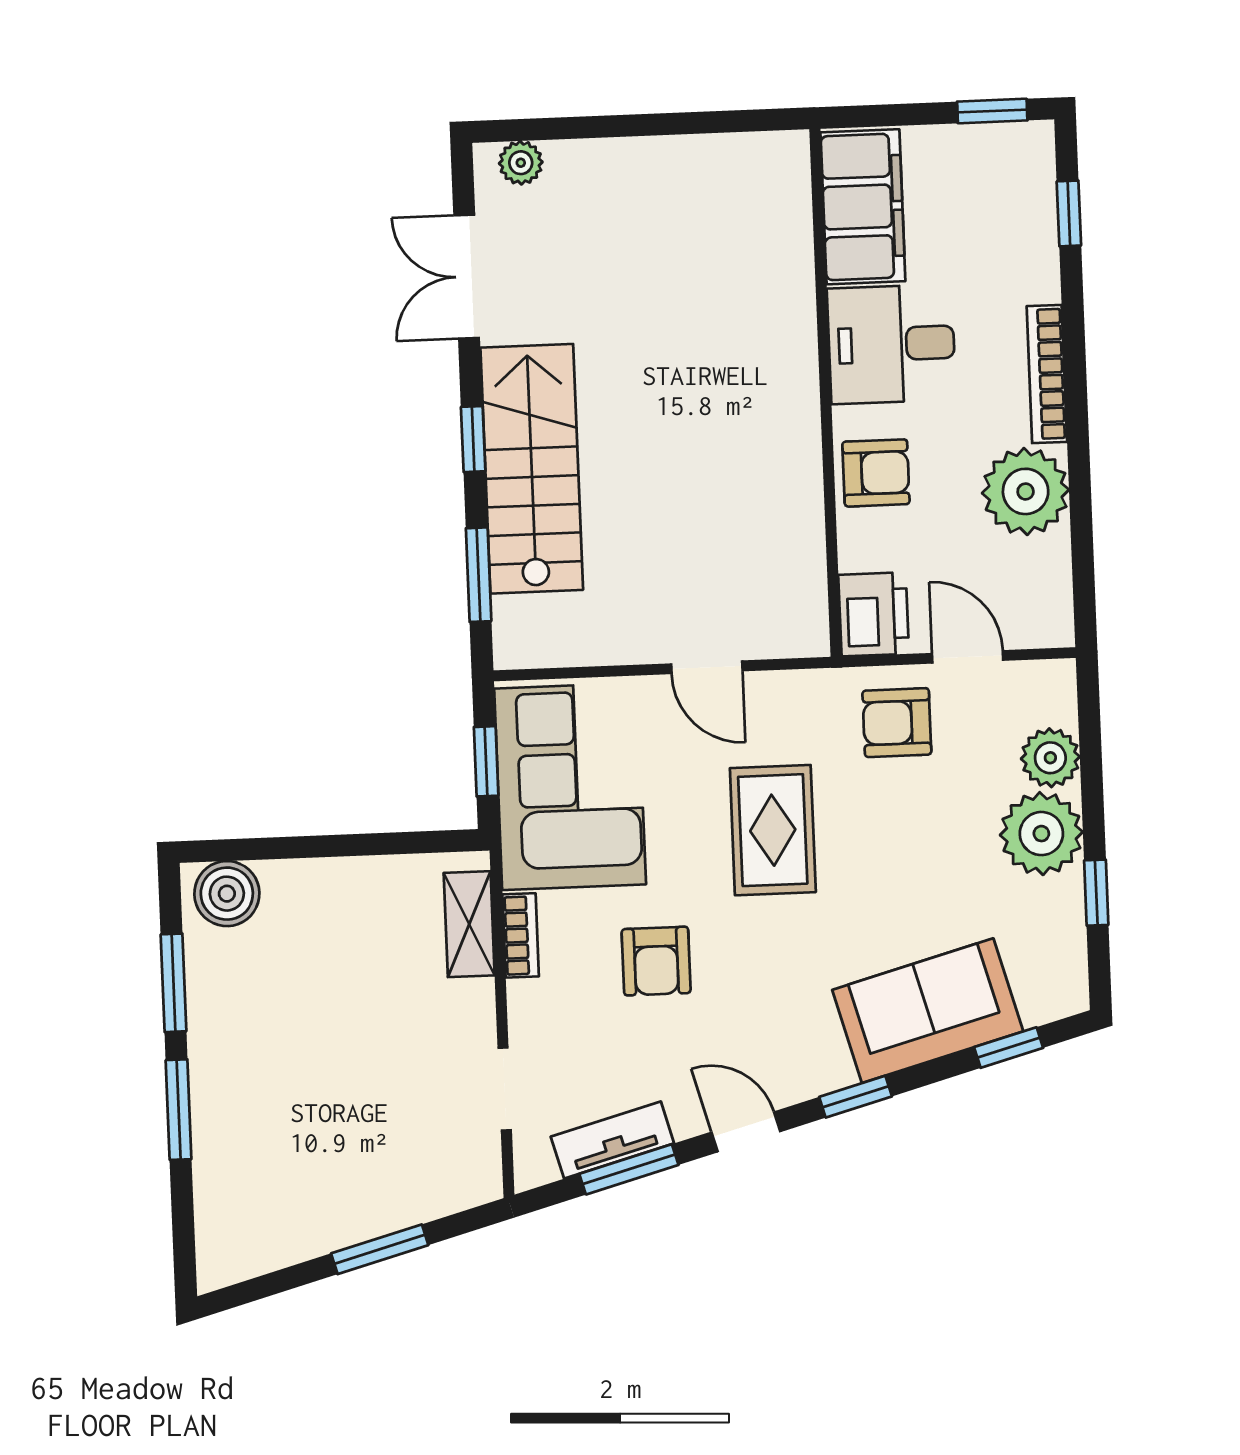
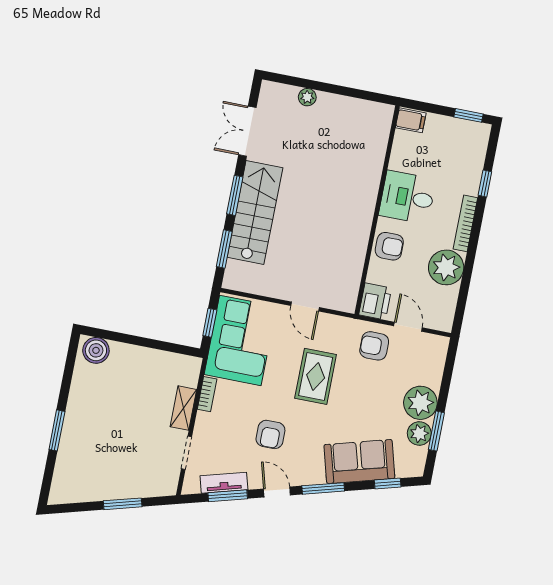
plant: (521, 163) -> (307, 97), moved
filing cabinet: (863, 207) -> (411, 120), width x0.33, depth x0.86
window: (1069, 213) -> (485, 183), moved
window: (473, 439) -> (235, 195), width x1.50
plant: (1050, 758) -> (419, 434), moved
window: (1096, 893) -> (436, 431), width x1.50
shelving: (469, 924) -> (183, 408), moved
armchair: (656, 961) -> (270, 434), moved
window: (174, 983) -> (67, 380), removed
window: (856, 1097) -> (323, 488), width x1.50

